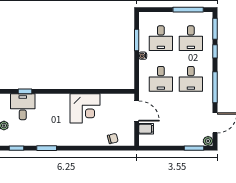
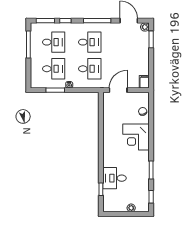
desk: (23, 107) -> (114, 178), moved
corner desk: (85, 108) -> (136, 137), moved, turned 180
filing cabinet: (146, 129) -> (144, 82), moved

